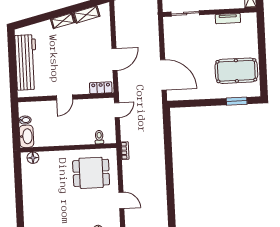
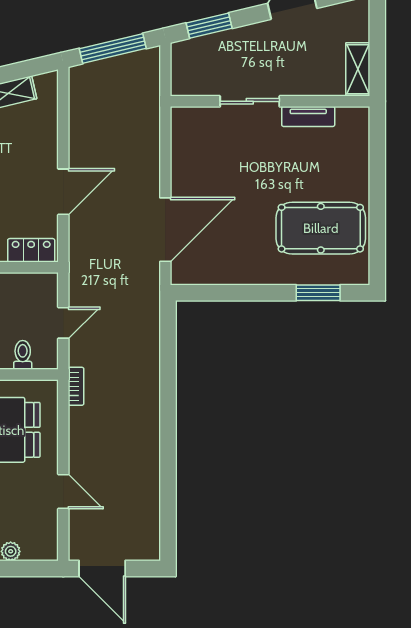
sliding door: (185, 13) -> (250, 101), moved
door: (163, 75) -> (165, 230), hinge flipped
door: (117, 110) -> (63, 323), moved

